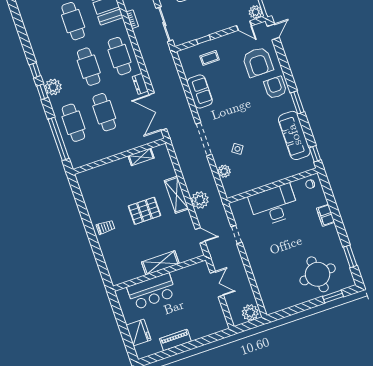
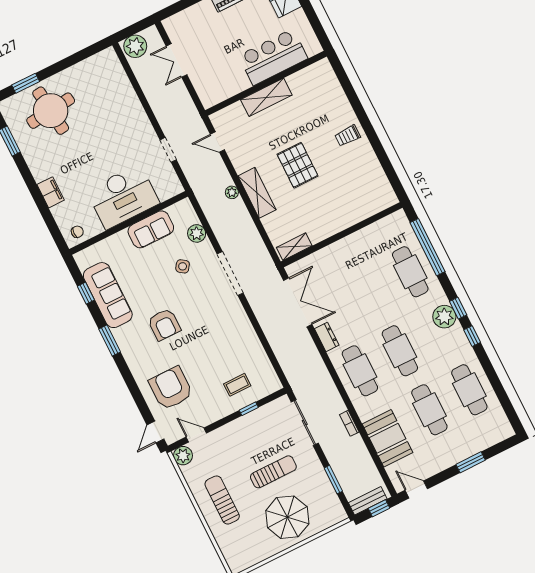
armchair: (275, 88) -> (164, 325), moved
sofa: (200, 92) -> (151, 229), moved, turned -90
cafe table: (104, 112) -> (469, 390), moved
window: (315, 154) -> (86, 293), moved
shelving: (141, 157) -> (294, 247), moved
plant: (200, 200) -> (232, 192), width x0.53, depth x0.53
pallet: (144, 211) -> (298, 165), turned 90
double door: (217, 284) -> (177, 60), moved

